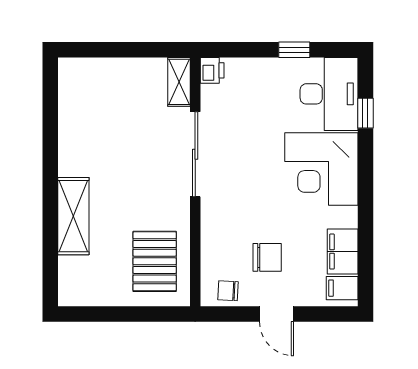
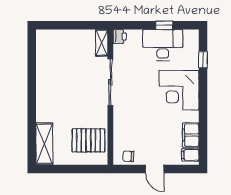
desk: (329, 94) -> (163, 45), moved, turned -90
shelving: (73, 216) -> (44, 144), moved
chair: (267, 257) -> (150, 138), removed
pallet: (155, 261) -> (88, 140), turned 90

